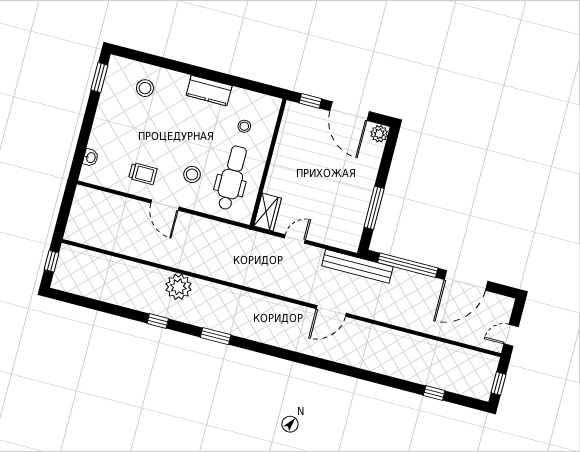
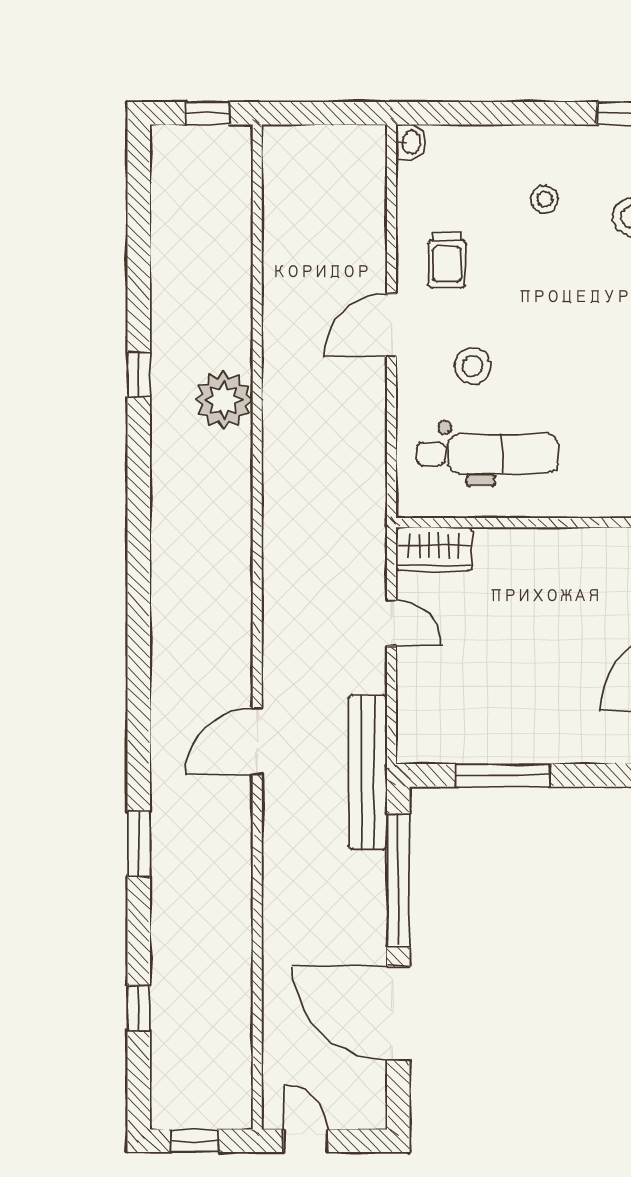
stool: (244, 126) -> (545, 199), moved
washbasin: (91, 158) -> (410, 142), moved, turned -90
door: (331, 311) -> (257, 741), hinge flipped
window: (216, 336) -> (139, 844), moved

